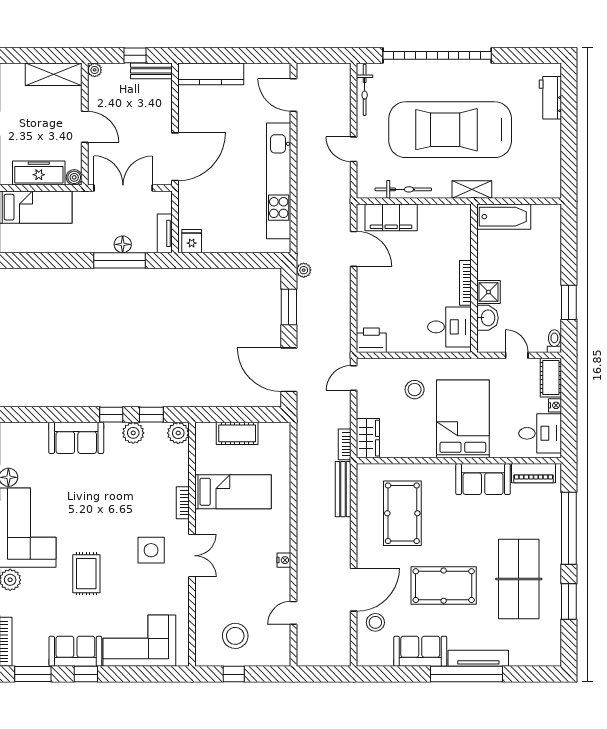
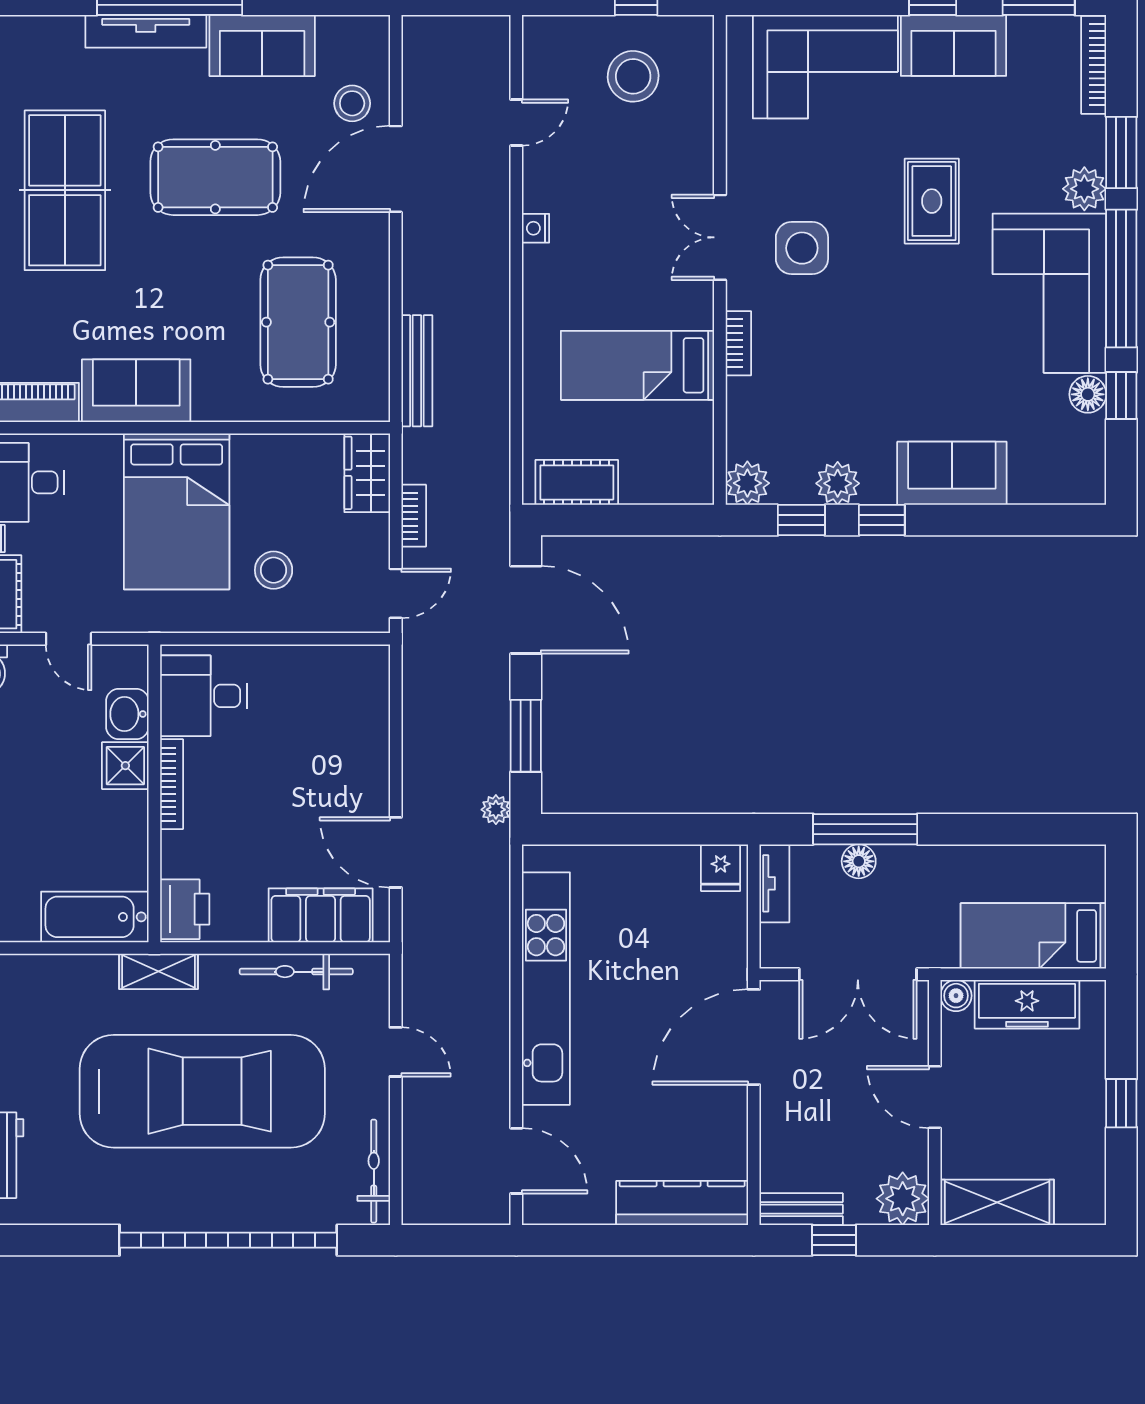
plant: (95, 70) -> (903, 1199), width x1.88, depth x1.88
printer: (371, 340) -> (185, 909), moved, turned -90
cot: (237, 433) -> (577, 482), moved
bookcase: (345, 444) -> (414, 516), moved

